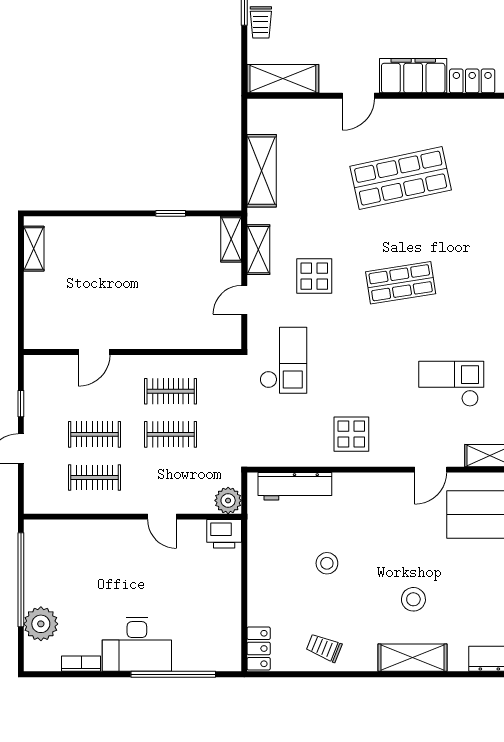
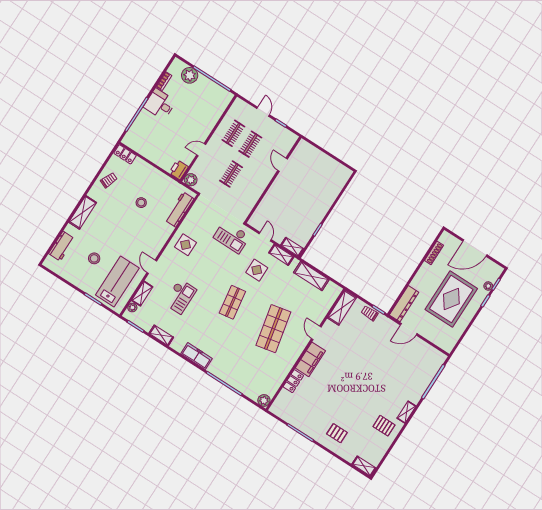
shelving: (34, 249) -> (338, 167), removed
clothes rail: (171, 391) -> (248, 185), removed
stool: (413, 599) -> (94, 258), moved
desk: (137, 644) -> (160, 104), width x0.73

